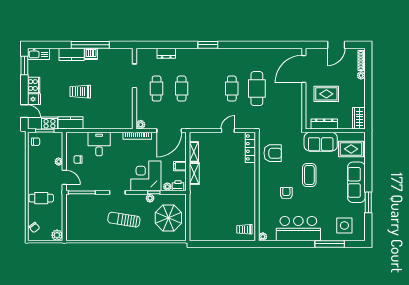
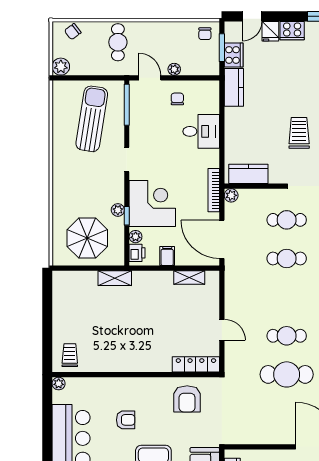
trolley: (80, 92) -> (299, 133), moved
kitchen counter: (127, 113) -> (248, 174), added
shelving: (194, 174) -> (115, 278), moved
door: (64, 177) -> (150, 78), swing flipped
sun lounger: (124, 220) -> (92, 119), moved, width x1.36, depth x1.34

